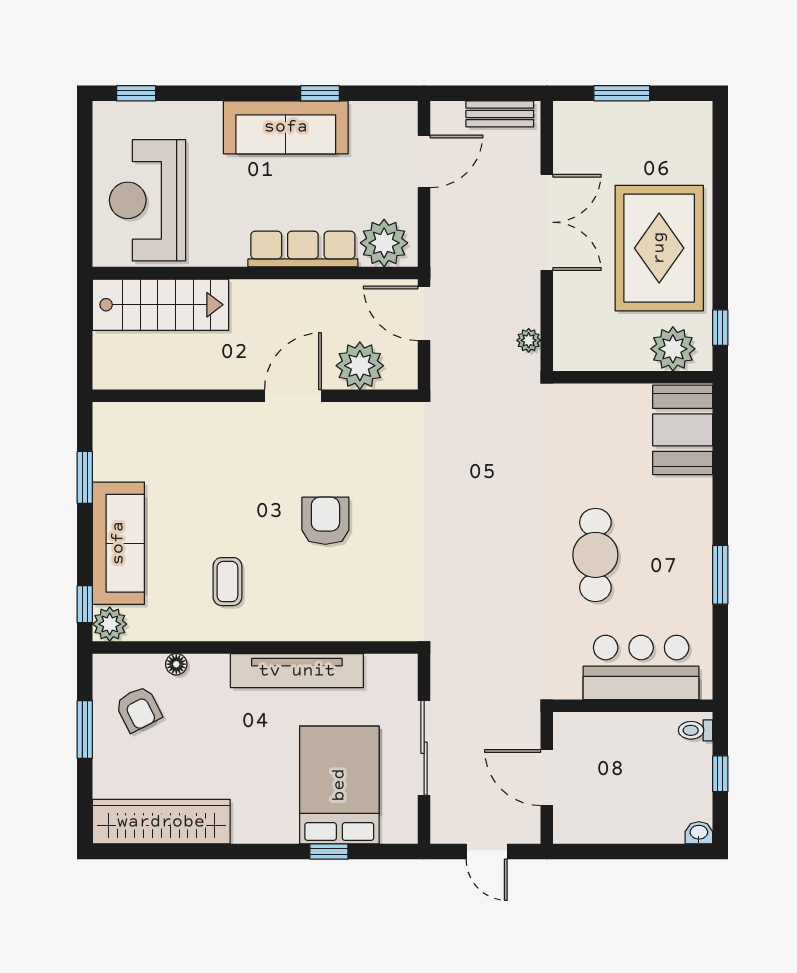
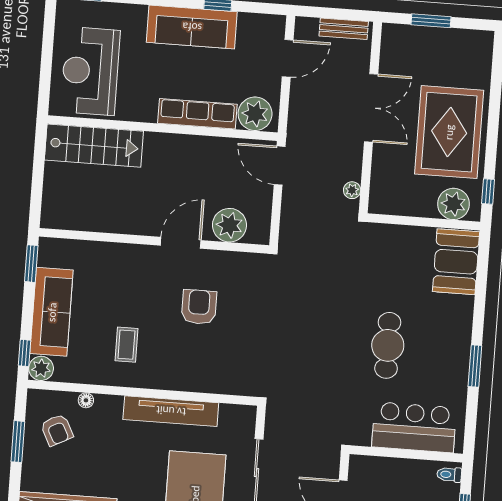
plant: (360, 366) -> (229, 225), moved
wall: (255, 396) -> (154, 241), moved
door: (293, 396) -> (181, 243), moved

